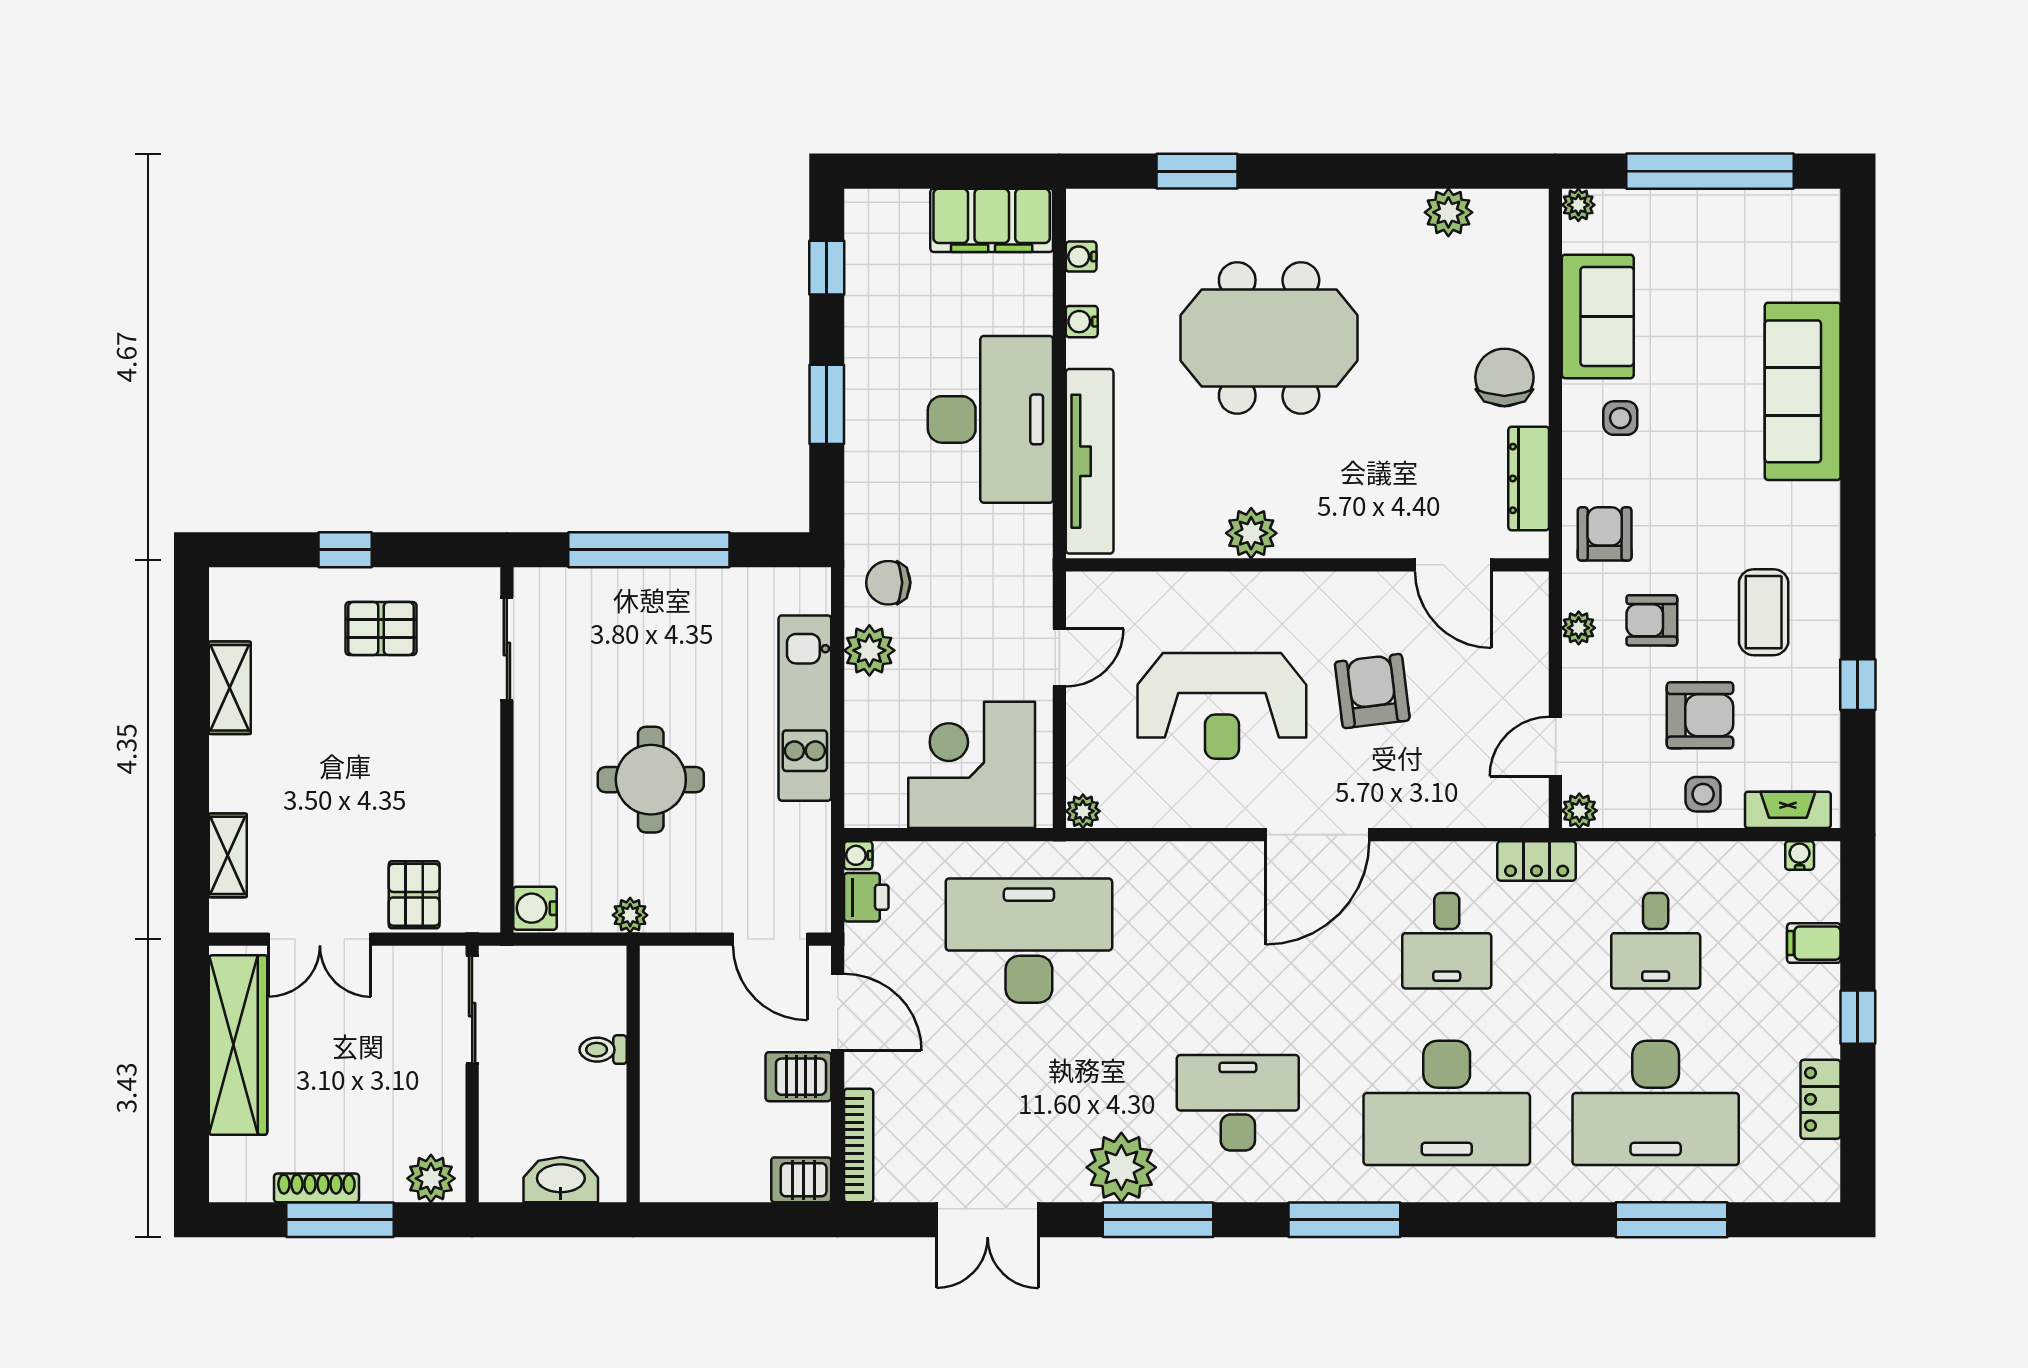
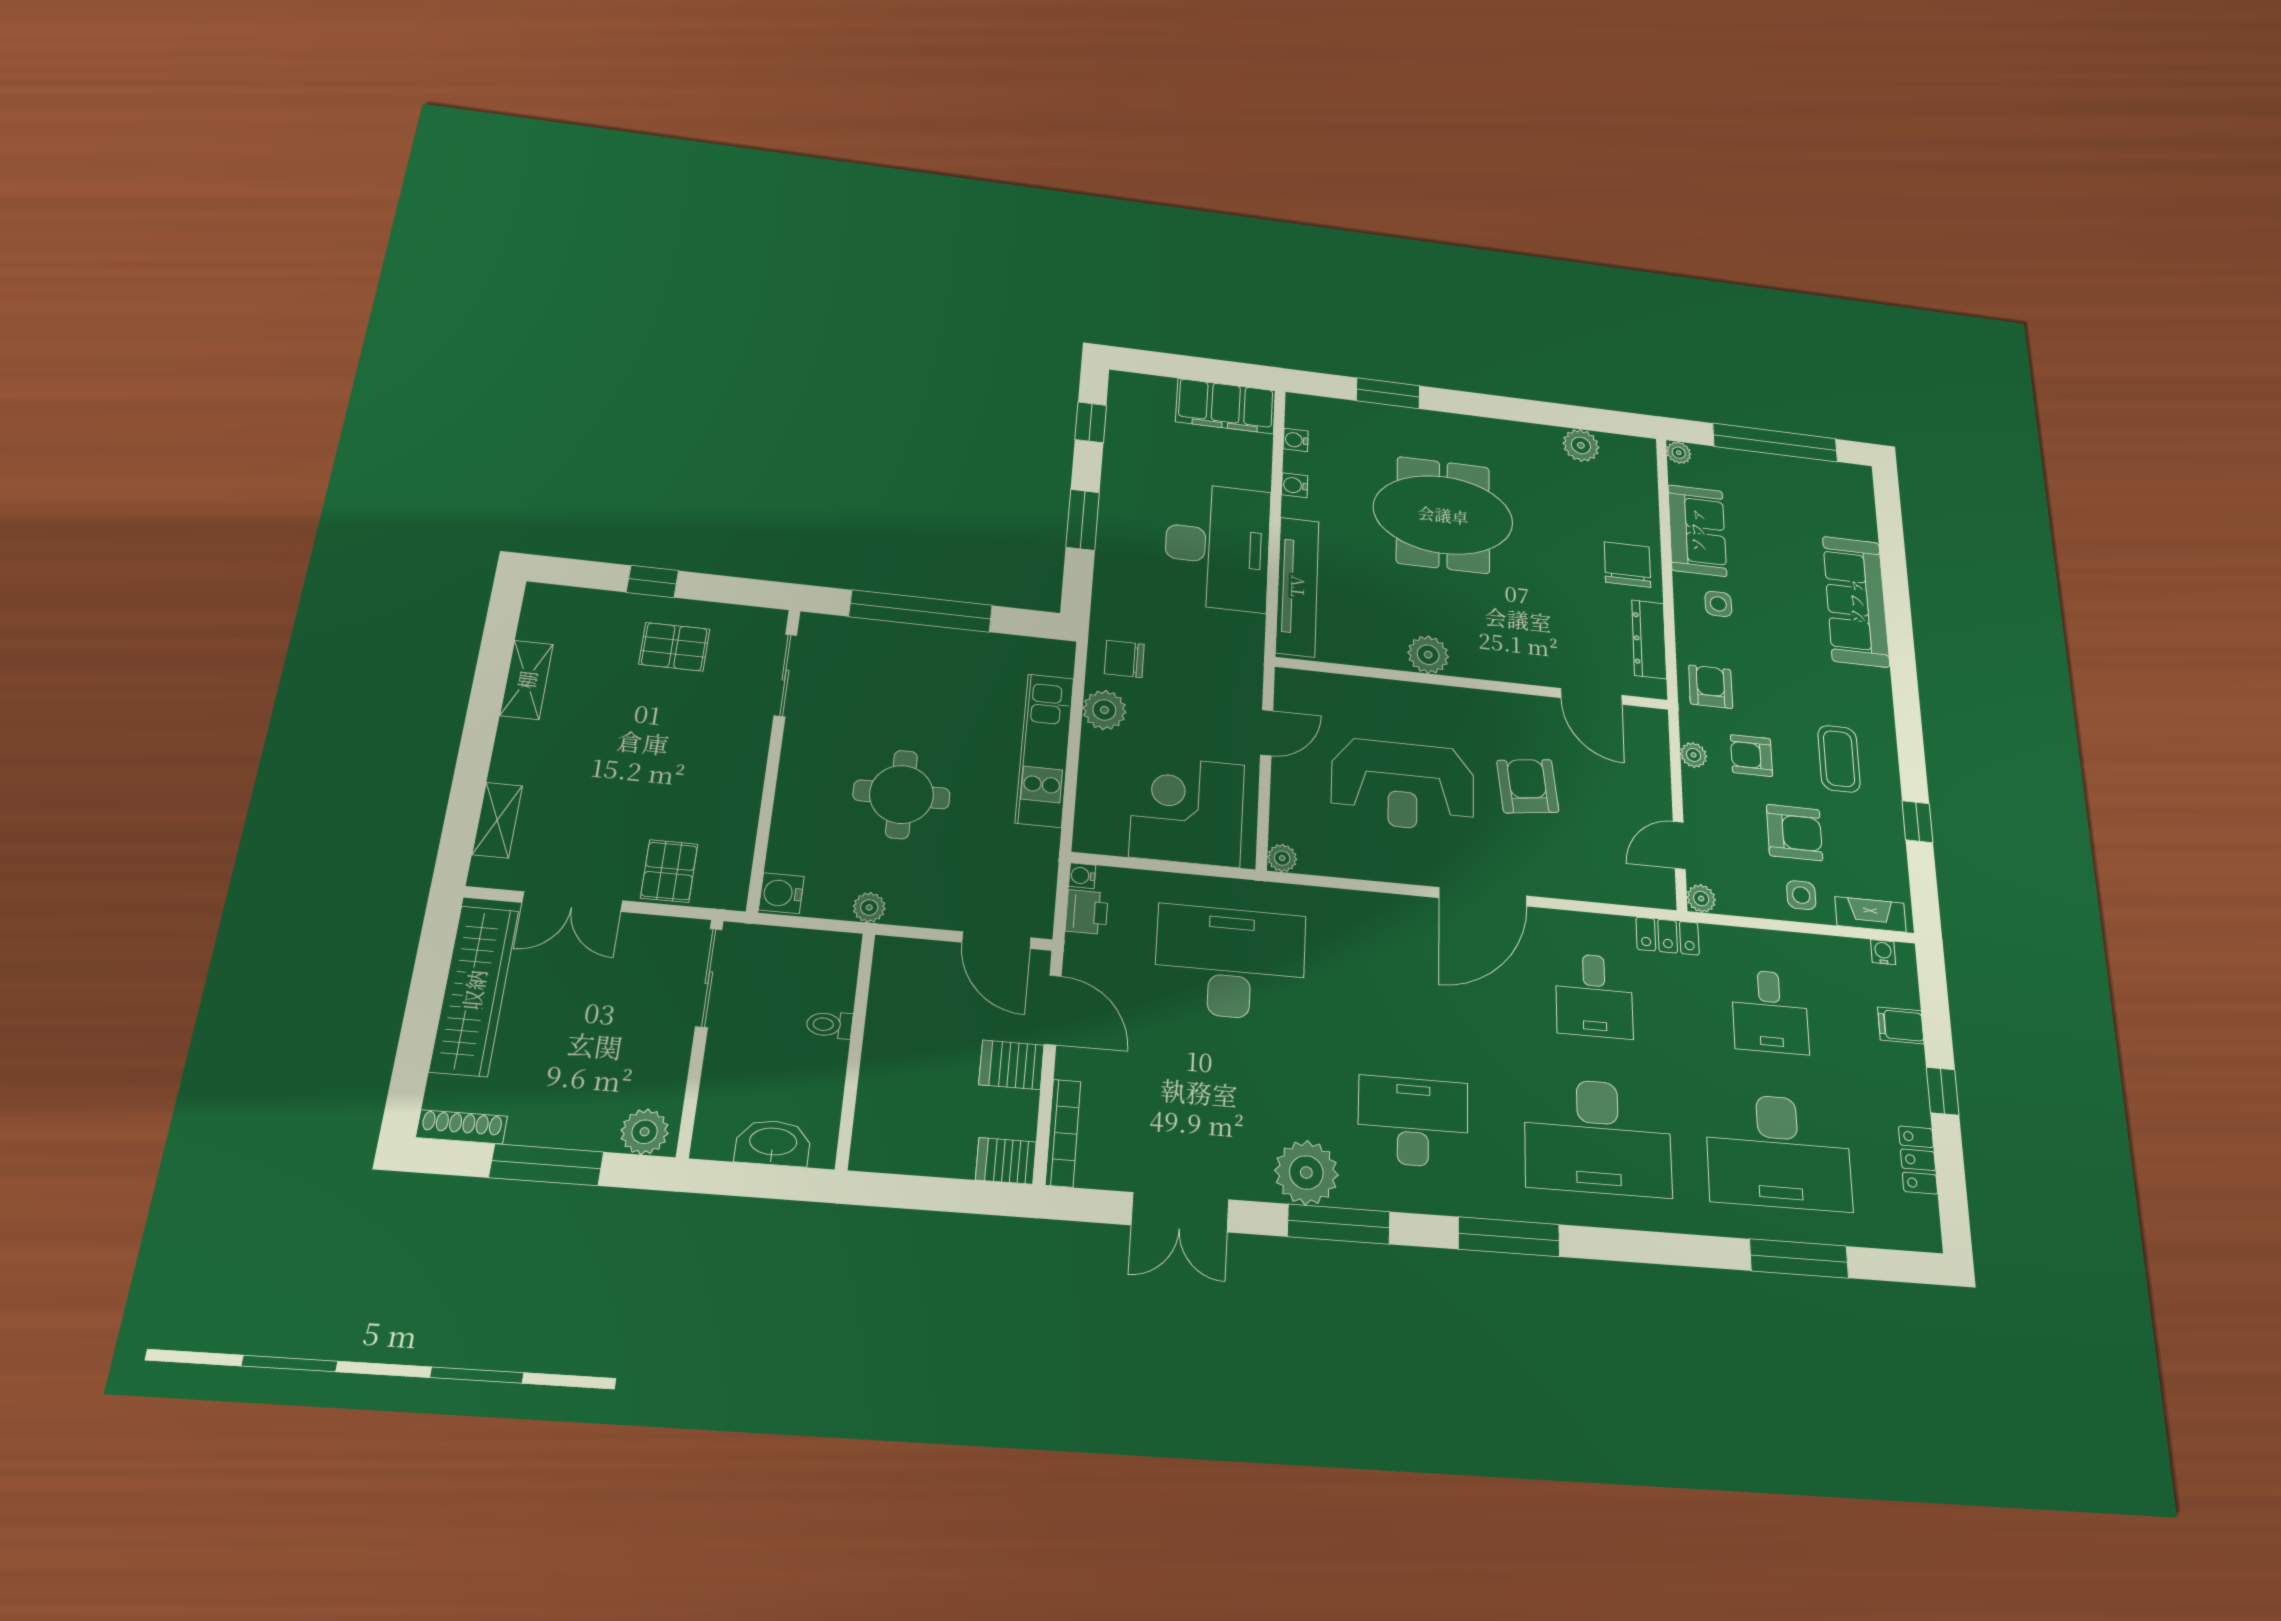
shoe rack: (316, 1188) -> (462, 1127), moved

